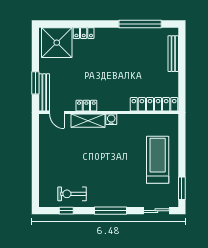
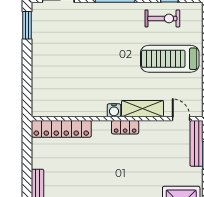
locker: (86, 106) -> (125, 127), moved
treadmill: (158, 160) -> (170, 59), moved, turned 90

